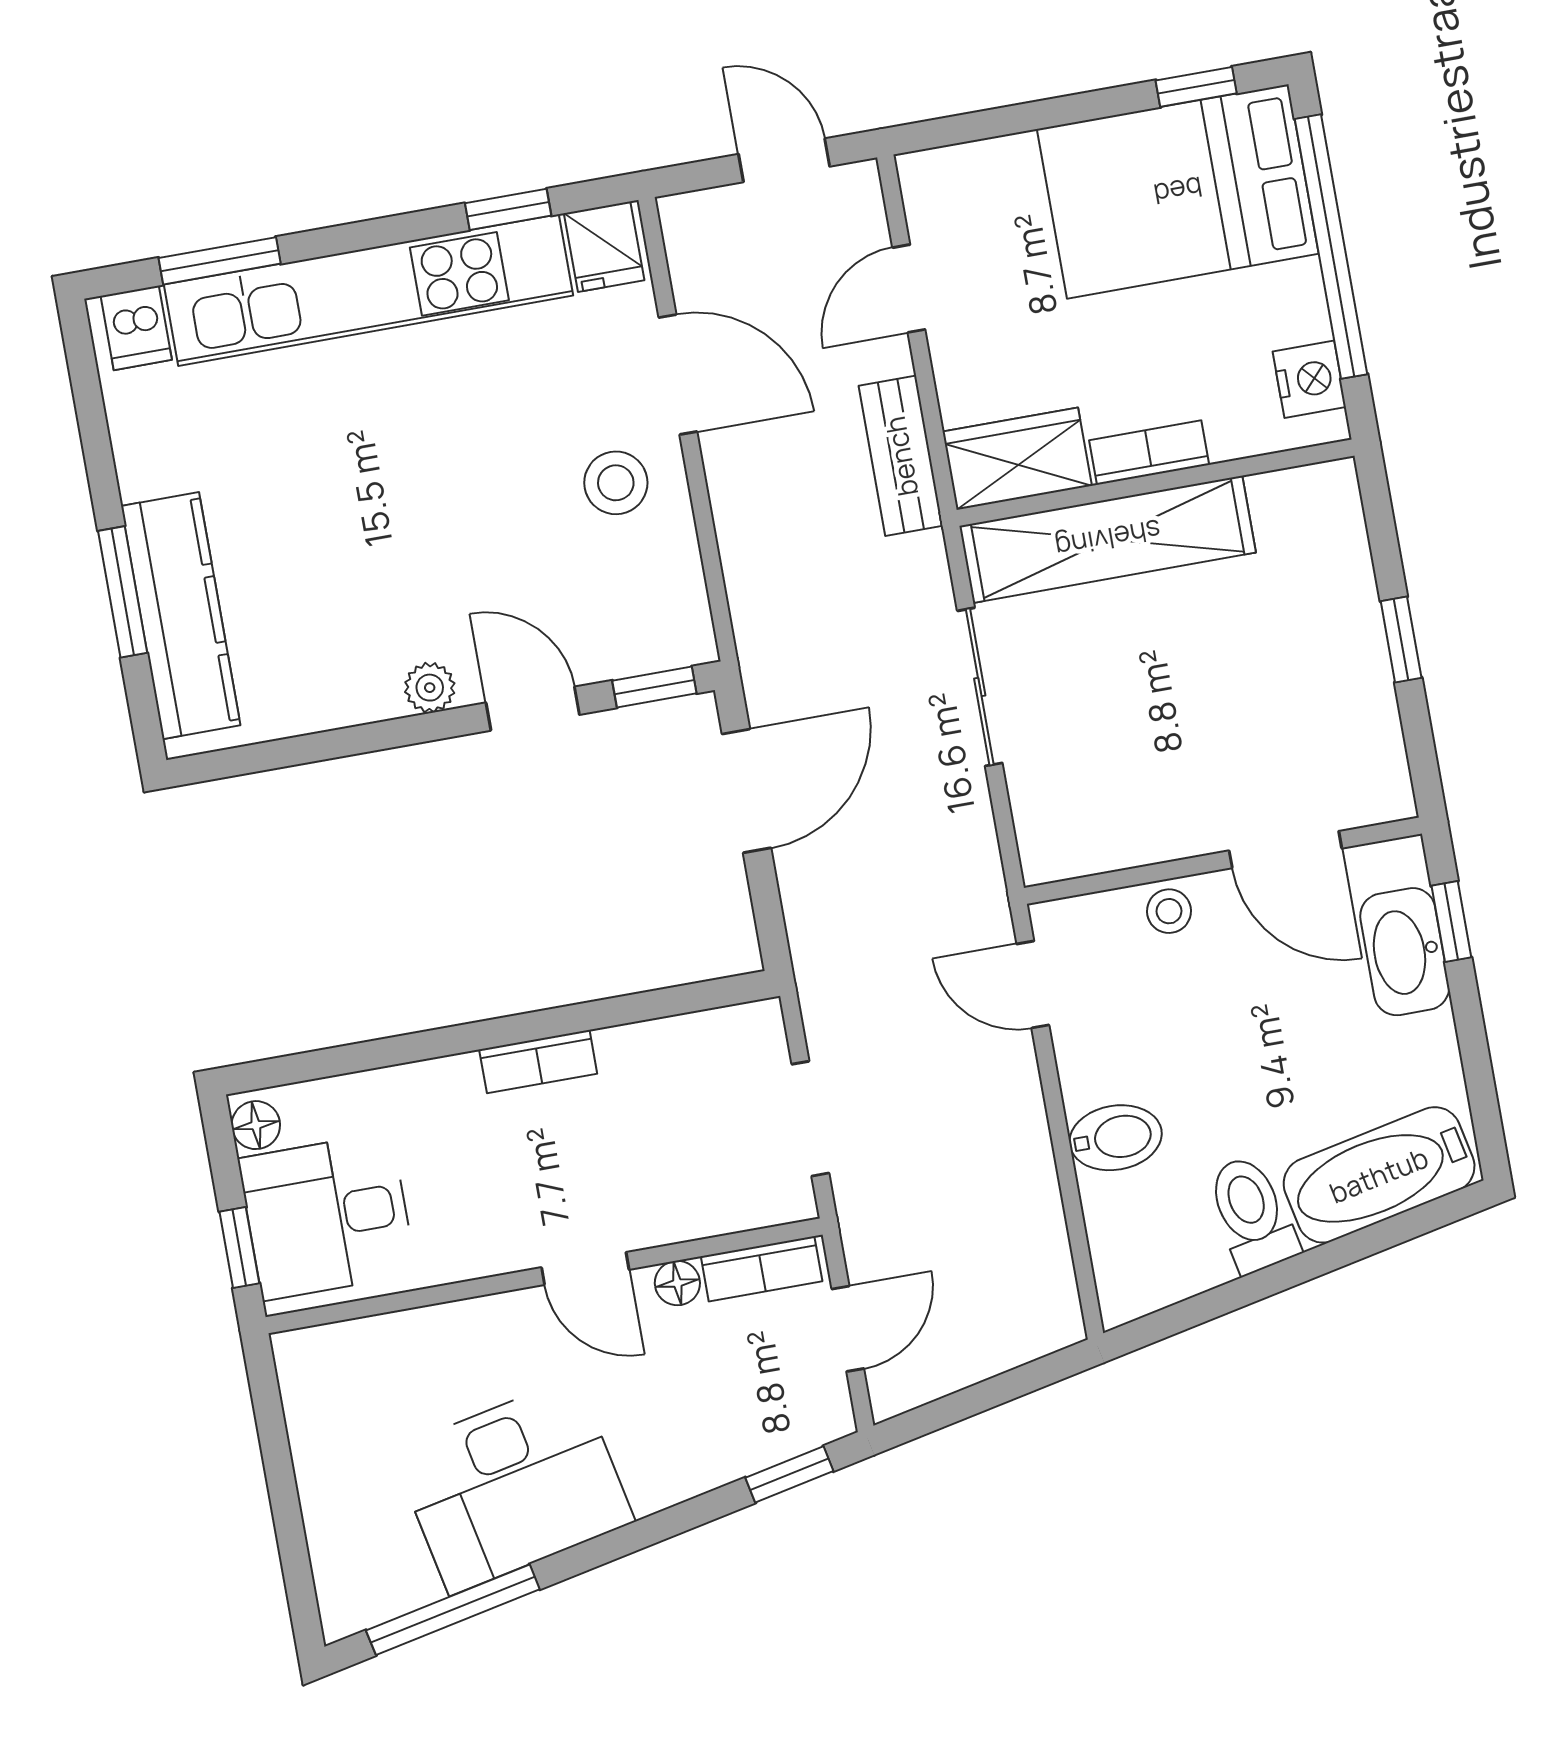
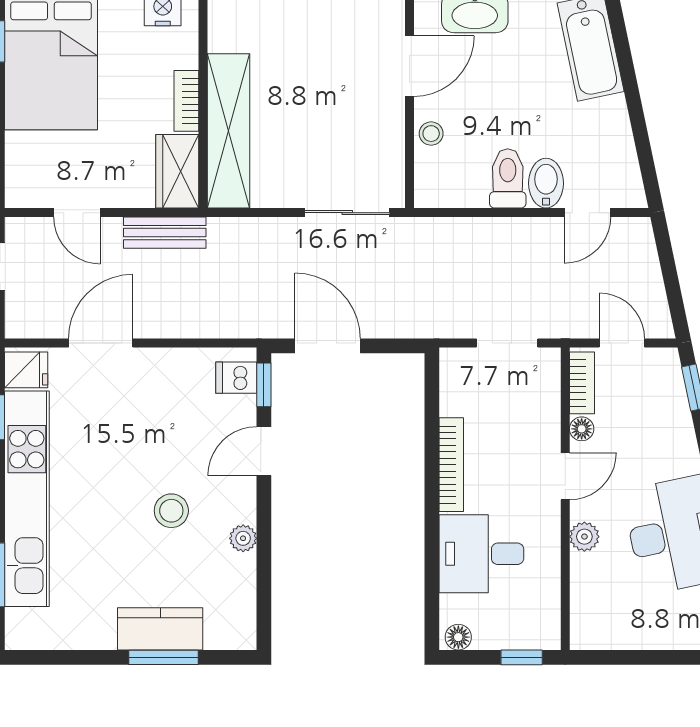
dishwasher: (136, 328) -> (236, 378), moved, turned 180
stool: (616, 483) -> (171, 511), moved
kitchen counter: (181, 616) -> (160, 629), width x0.67
sliding door: (980, 687) -> (347, 213), moved
plant: (430, 688) -> (243, 538), moved
door: (1033, 985) -> (587, 213), moved
bookcase: (538, 1062) -> (451, 465), width x1.56
toilet: (1252, 1214) -> (508, 178), moved, turned 102
desk: (327, 1216) -> (481, 554), moved, turned 90
plant: (481, 1323) -> (584, 537), added

